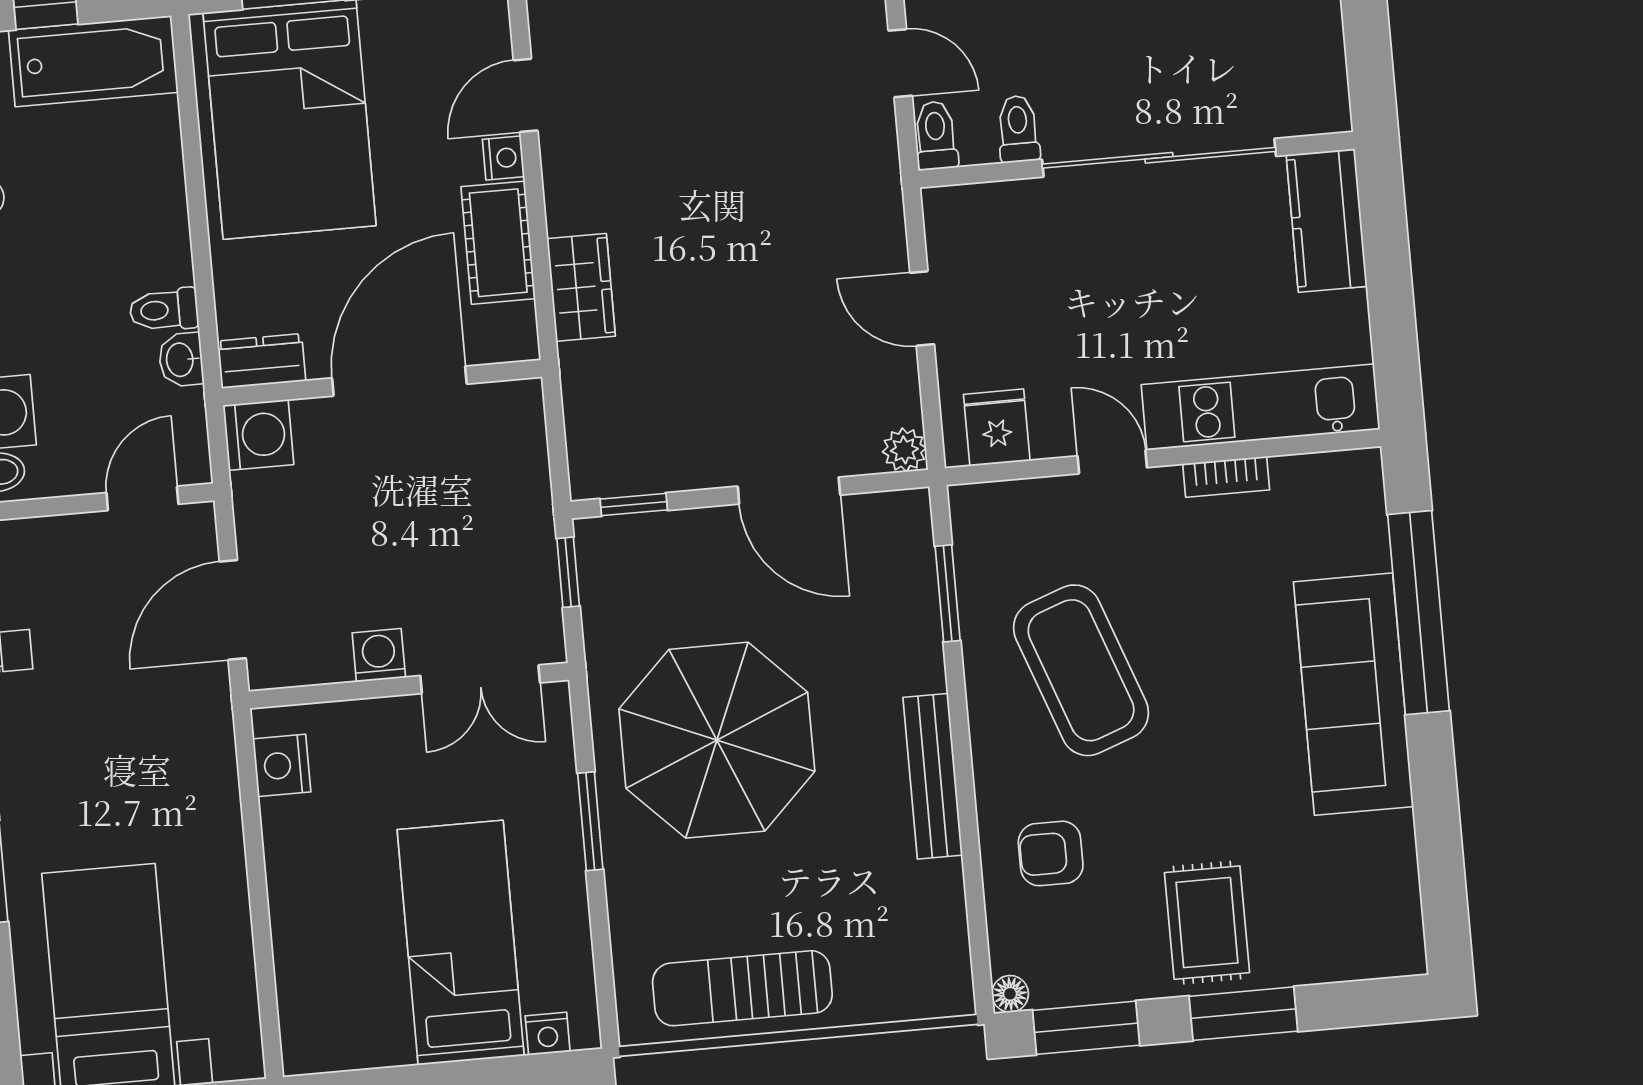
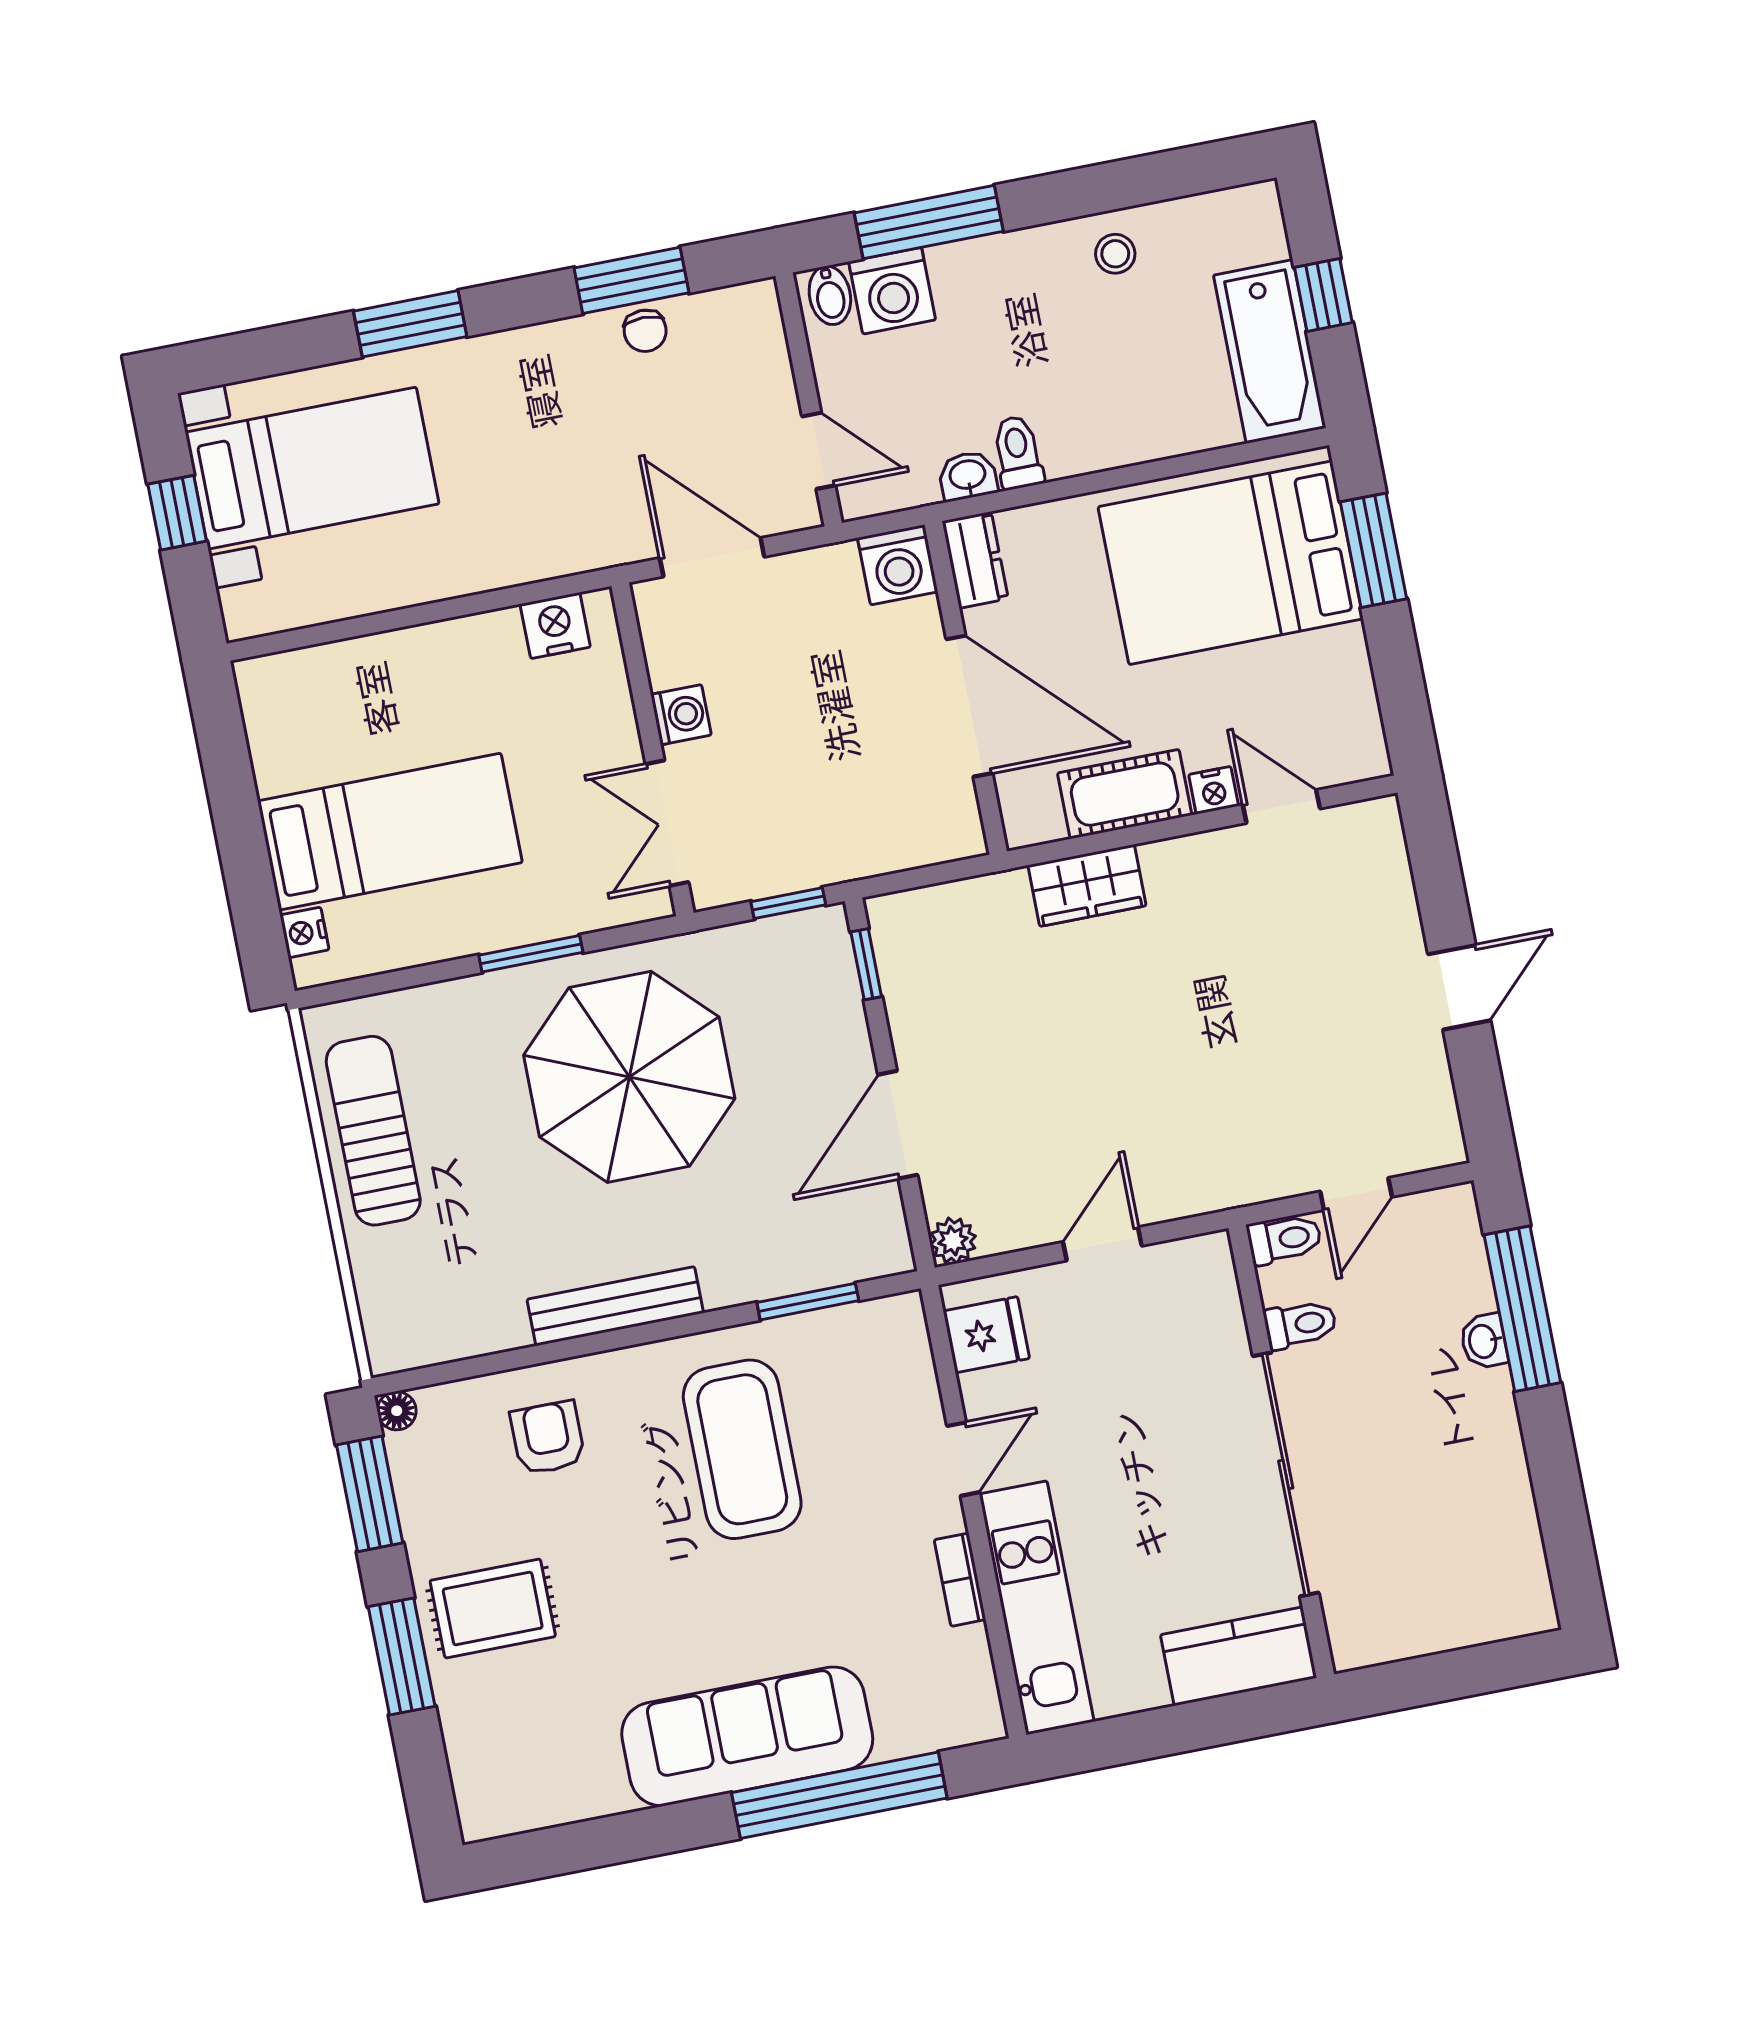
coffee table: (1081, 670) -> (742, 1449), turned -70

